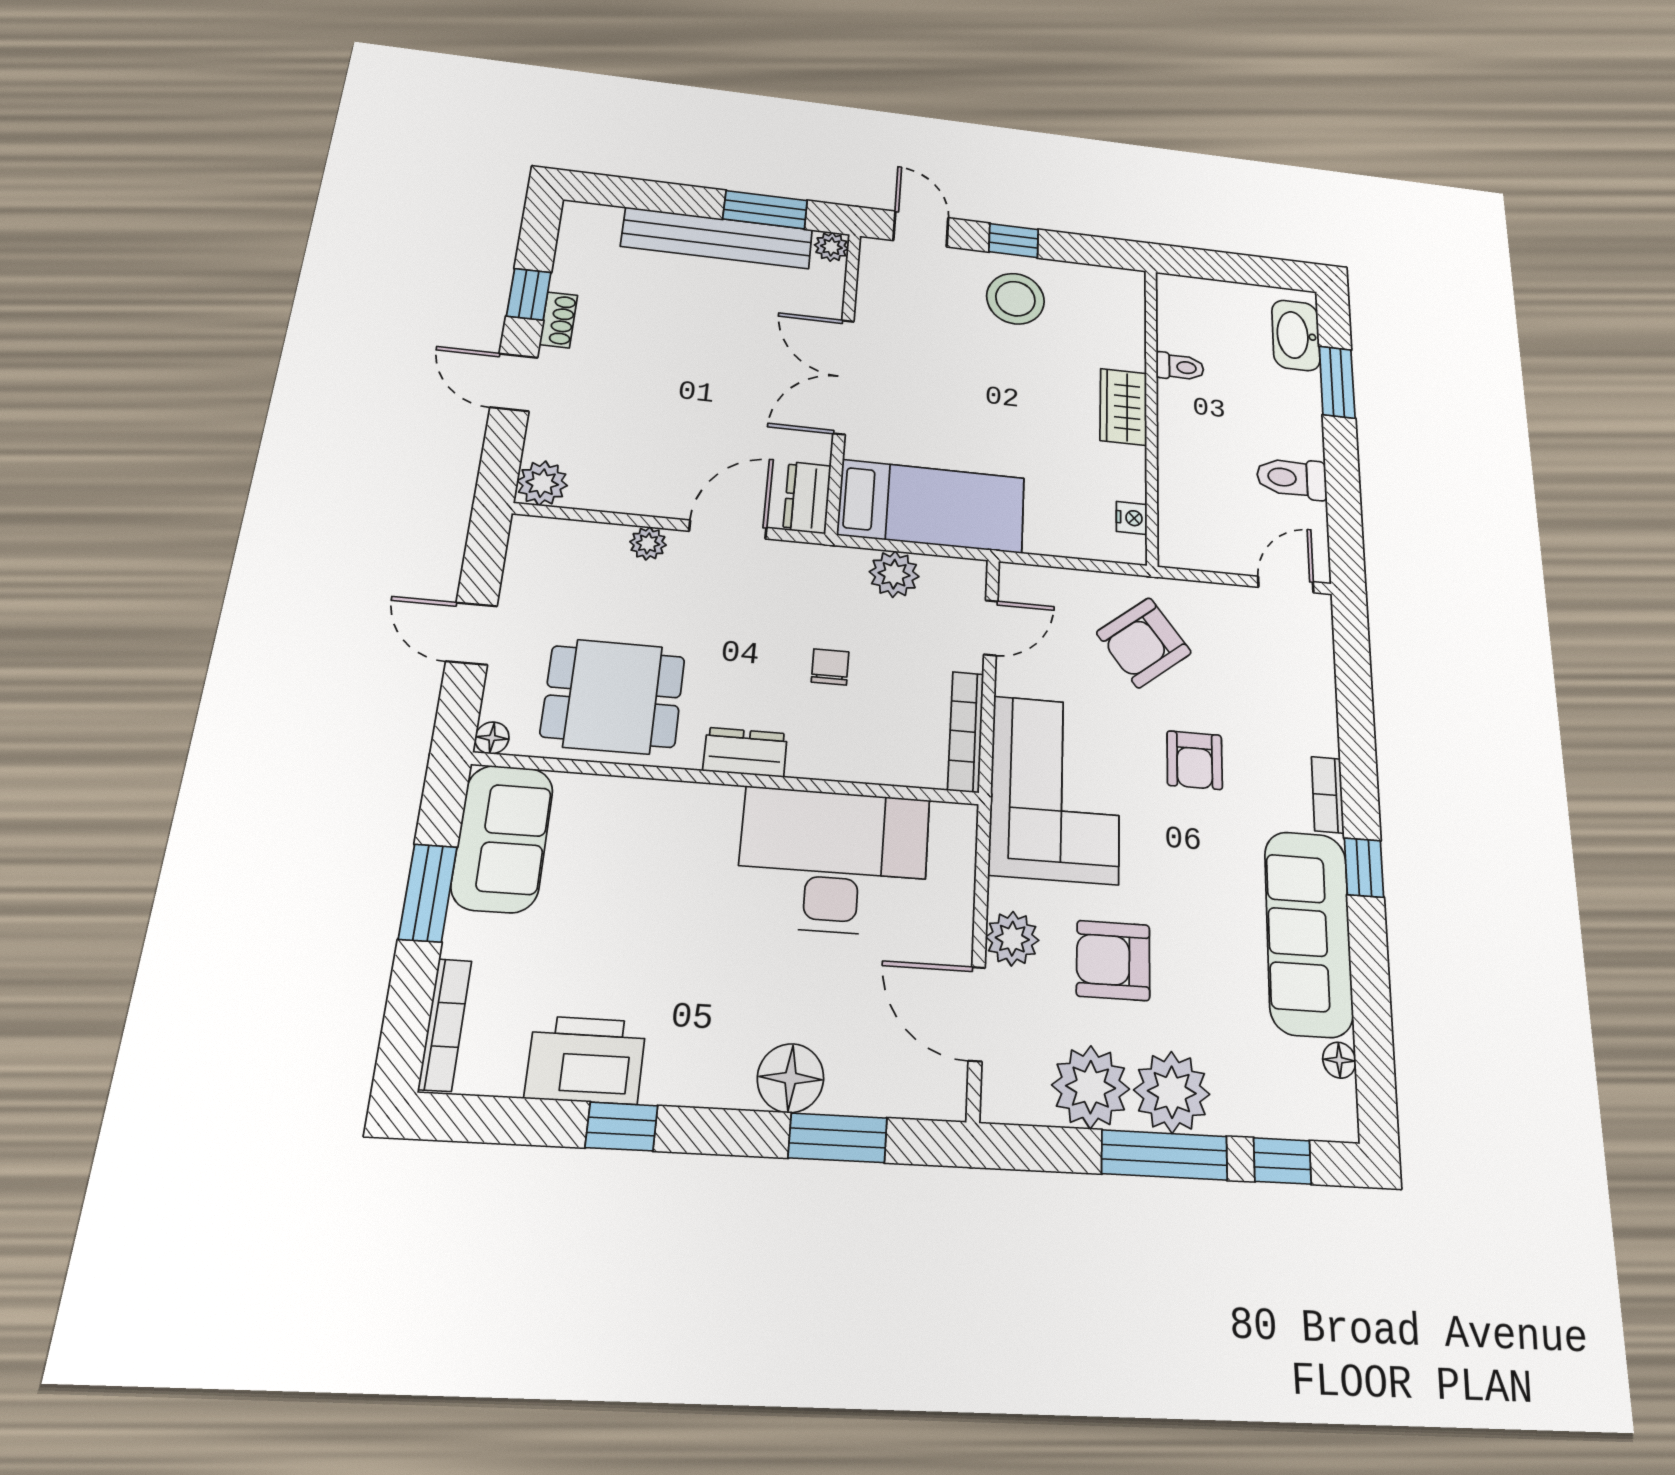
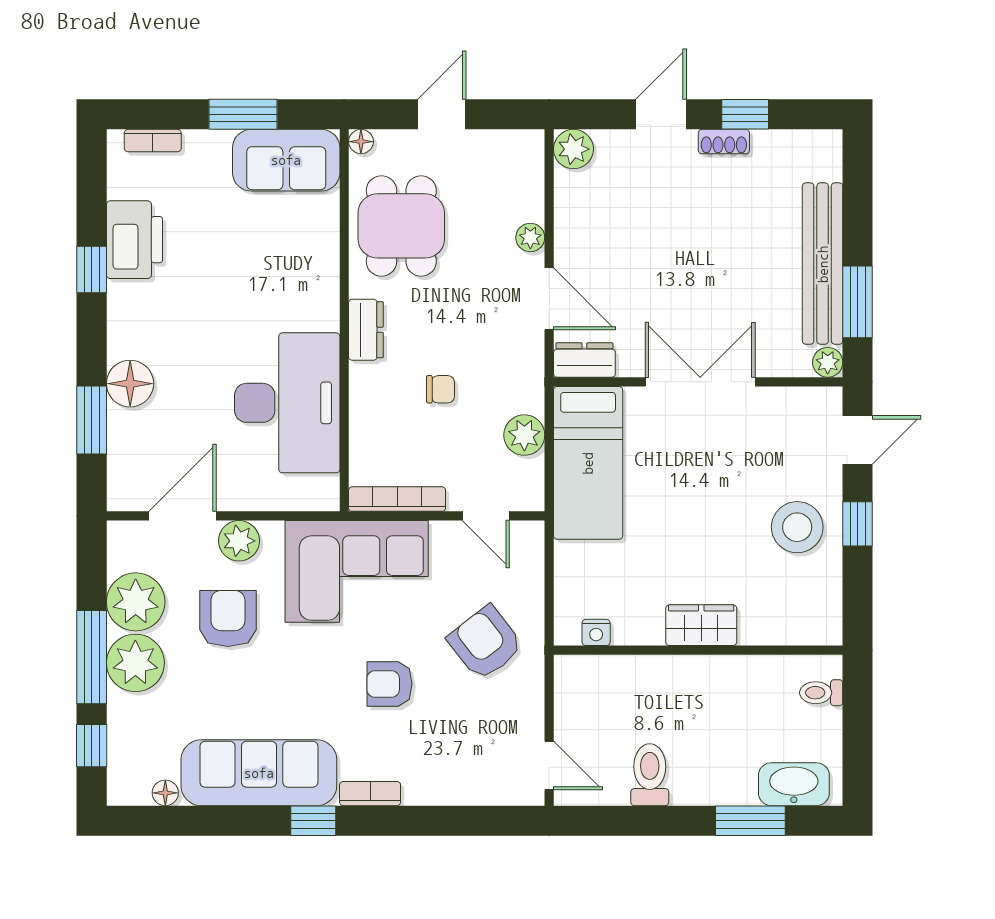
toilet: (1180, 367) -> (821, 693), moved, turned 90
bookcase: (445, 1025) -> (153, 141), width x0.64

